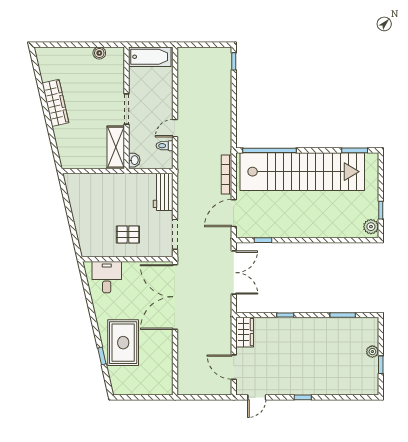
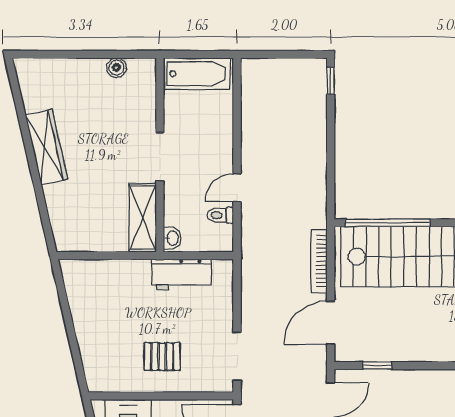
workbench: (163, 192) -> (181, 274), moved, turned -90

